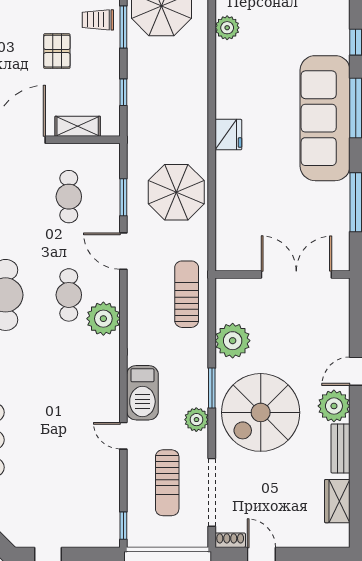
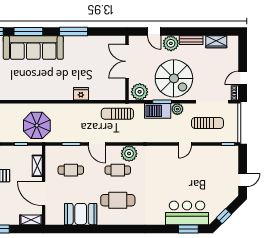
fridge: (228, 135) -> (81, 94), moved
parasol: (176, 192) -> (37, 125), moved
door: (123, 251) -> (97, 144), hinge flipped
wall: (283, 275) -> (127, 68), moved
double door: (296, 275) -> (127, 61), moved
barbecue: (142, 393) -> (158, 111), moved, turned 180

